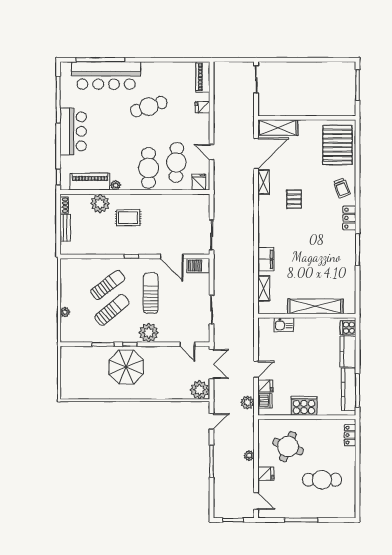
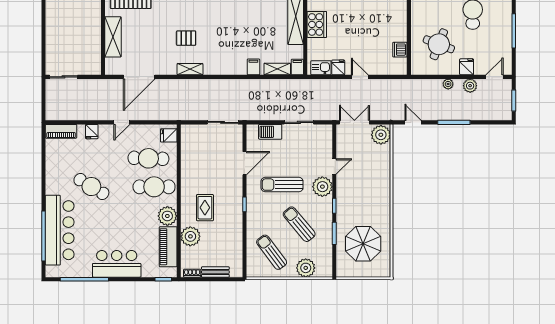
cafe table: (149, 107) -> (91, 187), turned -41
shelving: (278, 128) -> (113, 37), moved
door: (212, 152) -> (122, 122), moved
door: (256, 153) -> (139, 77), swing flipped
shelving: (264, 182) -> (190, 69), moved
plant: (116, 185) -> (167, 216), width x1.87, depth x1.87
filing cabinet: (266, 259) -> (253, 67), width x0.50
barbecue: (198, 266) -> (270, 132), moved, turned 90
sun lounger: (108, 285) -> (272, 252), moved
filing cabinet: (266, 308) -> (297, 67), added
plant: (65, 312) -> (306, 268), width x1.88, depth x1.88
kitchen sink: (284, 325) -> (321, 68), moved, turned -90
door: (187, 344) -> (334, 166), moved
parasol: (126, 367) -> (363, 244), moved
fridge: (265, 386) -> (338, 67), moved
dishwasher: (265, 401) -> (400, 50), moved, turned -90
plant: (247, 402) -> (470, 86), moved
cooker: (304, 406) -> (317, 24), moved, turned 180

